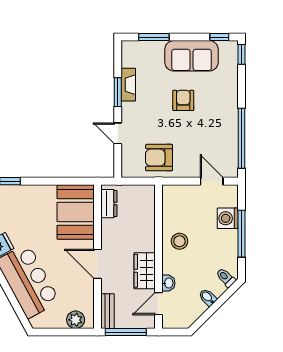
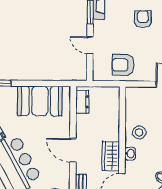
booth: (76, 212) -> (40, 101), moved, turned 90
washbasin: (168, 283) -> (130, 154), moved

